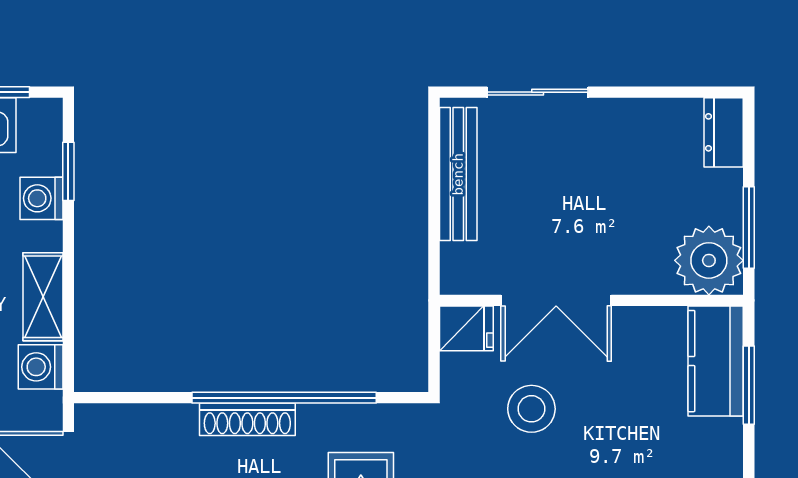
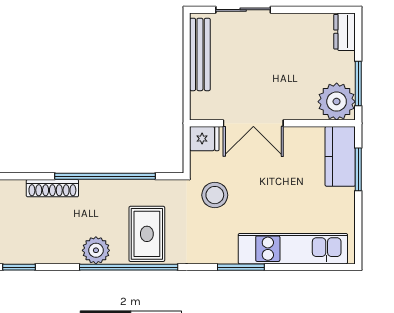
stool: (531, 409) -> (215, 195), moved
shoe rack: (247, 419) -> (52, 188), moved

